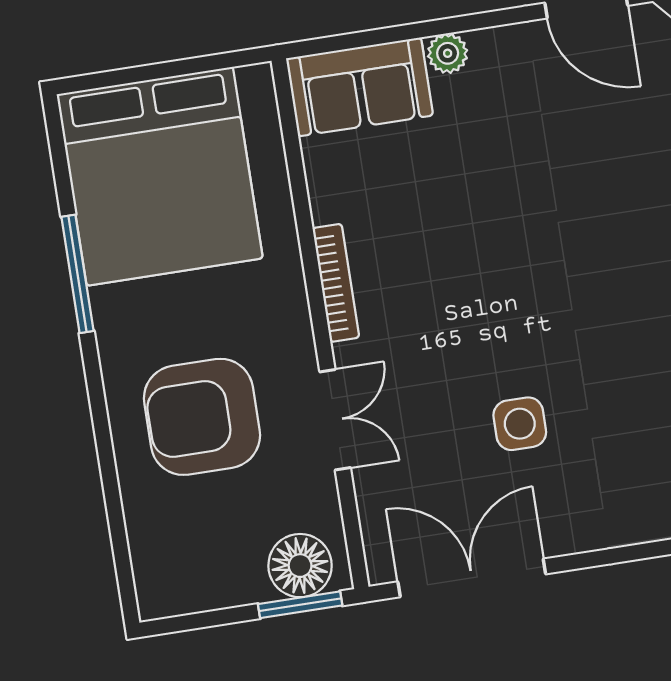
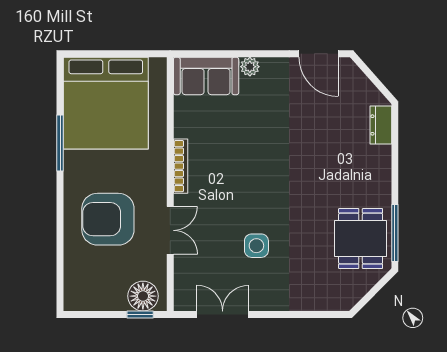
double door: (472, 578) -> (223, 314), width x0.73
window: (300, 605) -> (140, 314), width x0.67

